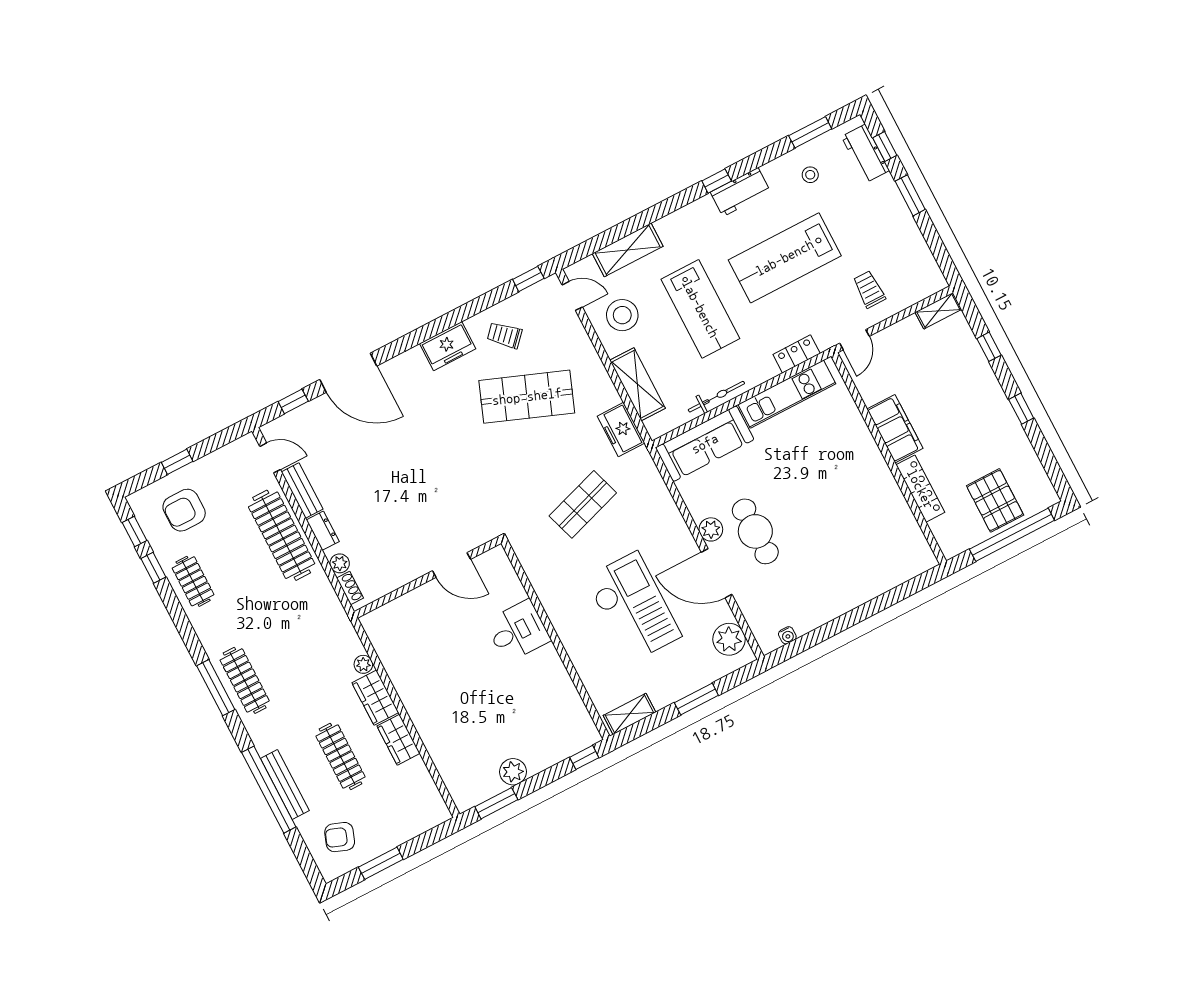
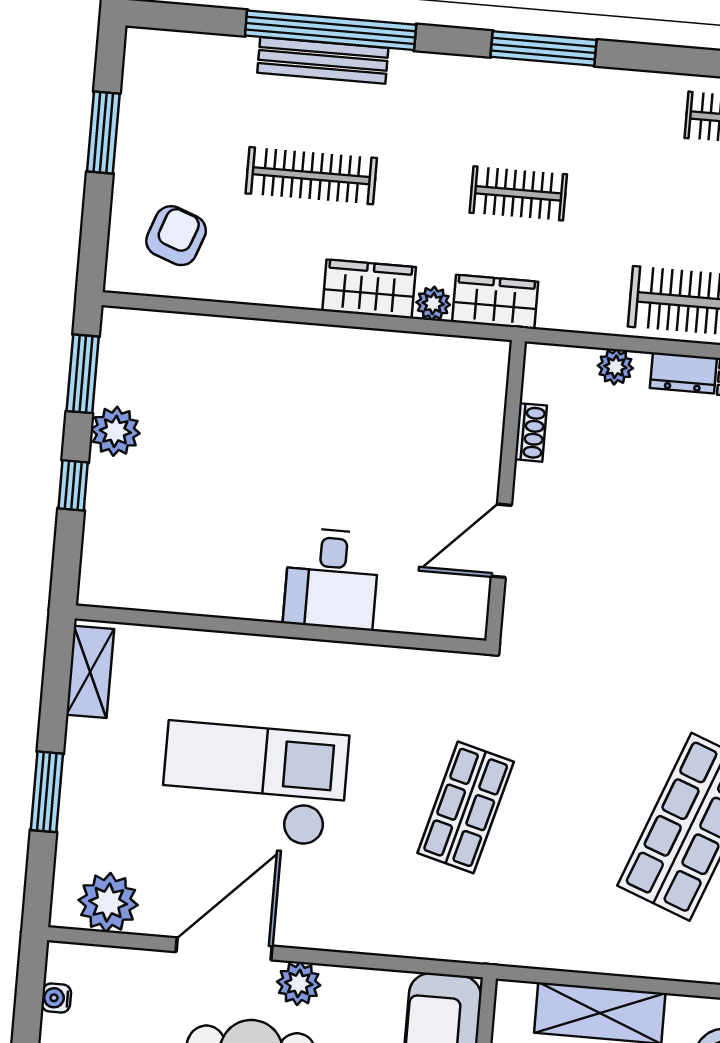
freezer: (621, 430) -> (545, 942), removed
shop shelf: (583, 504) -> (466, 807), turned 33
shoe rack: (350, 588) -> (531, 432), moved, turned -90
checkout: (633, 607) -> (254, 784), turned 180
clothes rail: (245, 680) -> (518, 193), moved, width x0.73
wardrobe: (398, 740) -> (495, 302), moved
window: (584, 757) -> (73, 485), moved
armchair: (340, 837) -> (176, 236), moved

